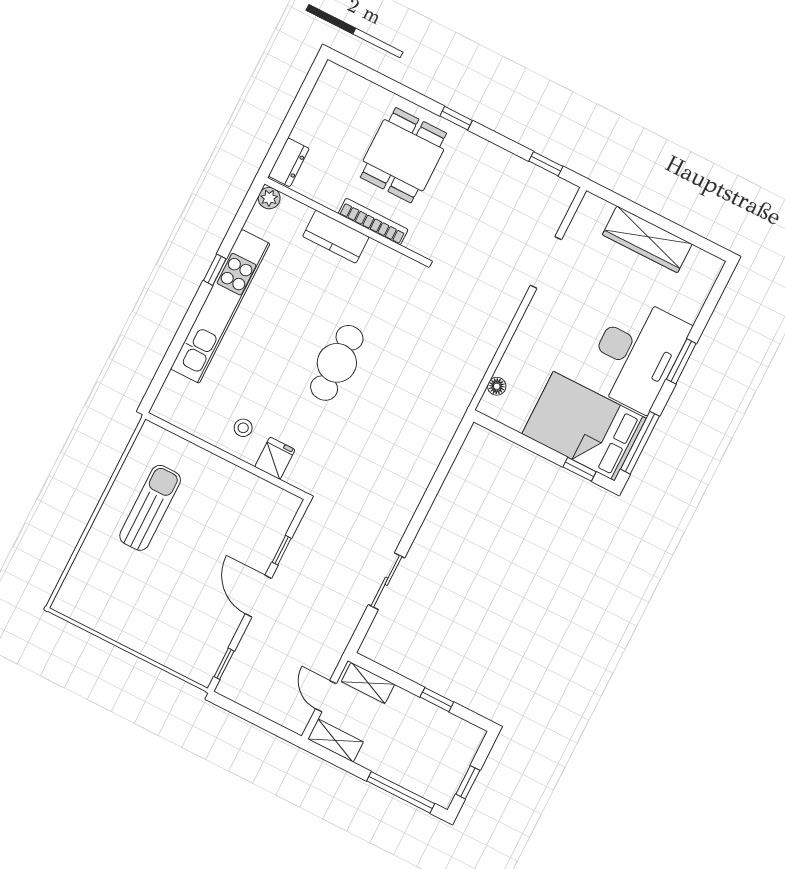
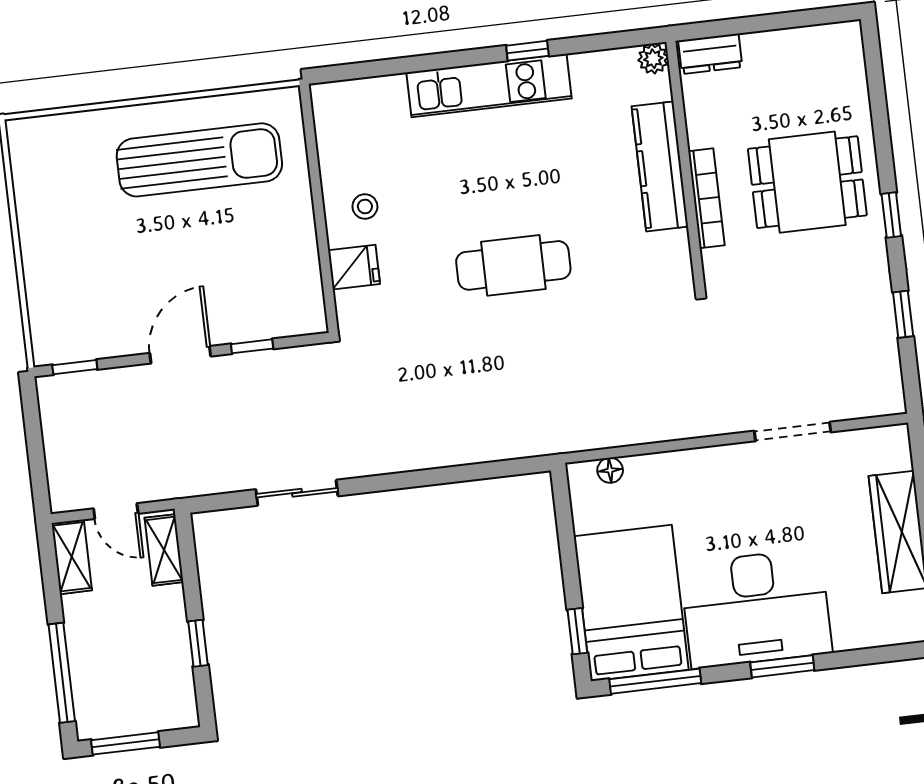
window: (546, 164) -> (903, 314), moved
kitchen counter: (336, 237) -> (660, 166), width x1.50
kitchen unit: (220, 306) -> (489, 86), width x0.73
sun lounger: (150, 508) -> (199, 160), width x1.36, depth x1.34
door: (326, 696) -> (116, 511), swing flipped
window: (468, 782) -> (126, 743), width x1.50

